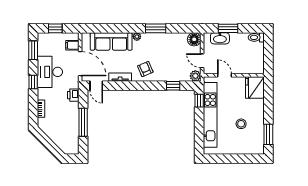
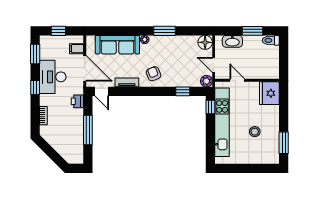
window: (228, 28) -> (252, 31), moved

